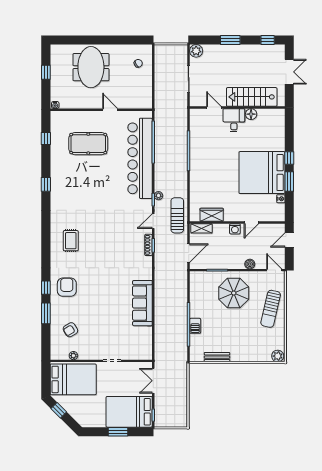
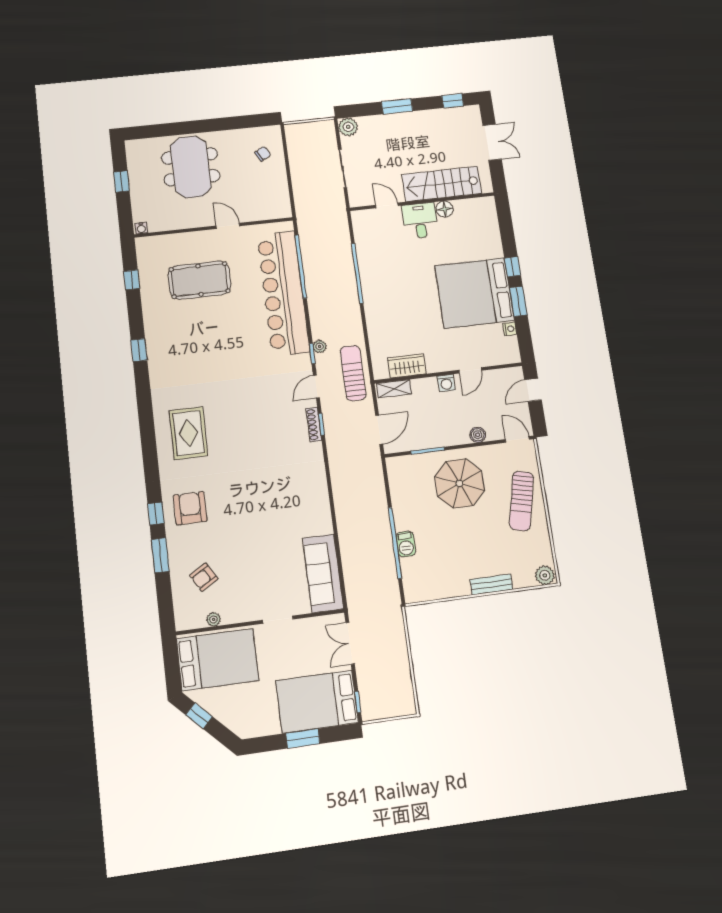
rug: (71, 241) -> (188, 433), width x1.36, depth x1.43
sofa: (142, 303) -> (323, 573), moved
bench: (217, 357) -> (491, 584), moved

